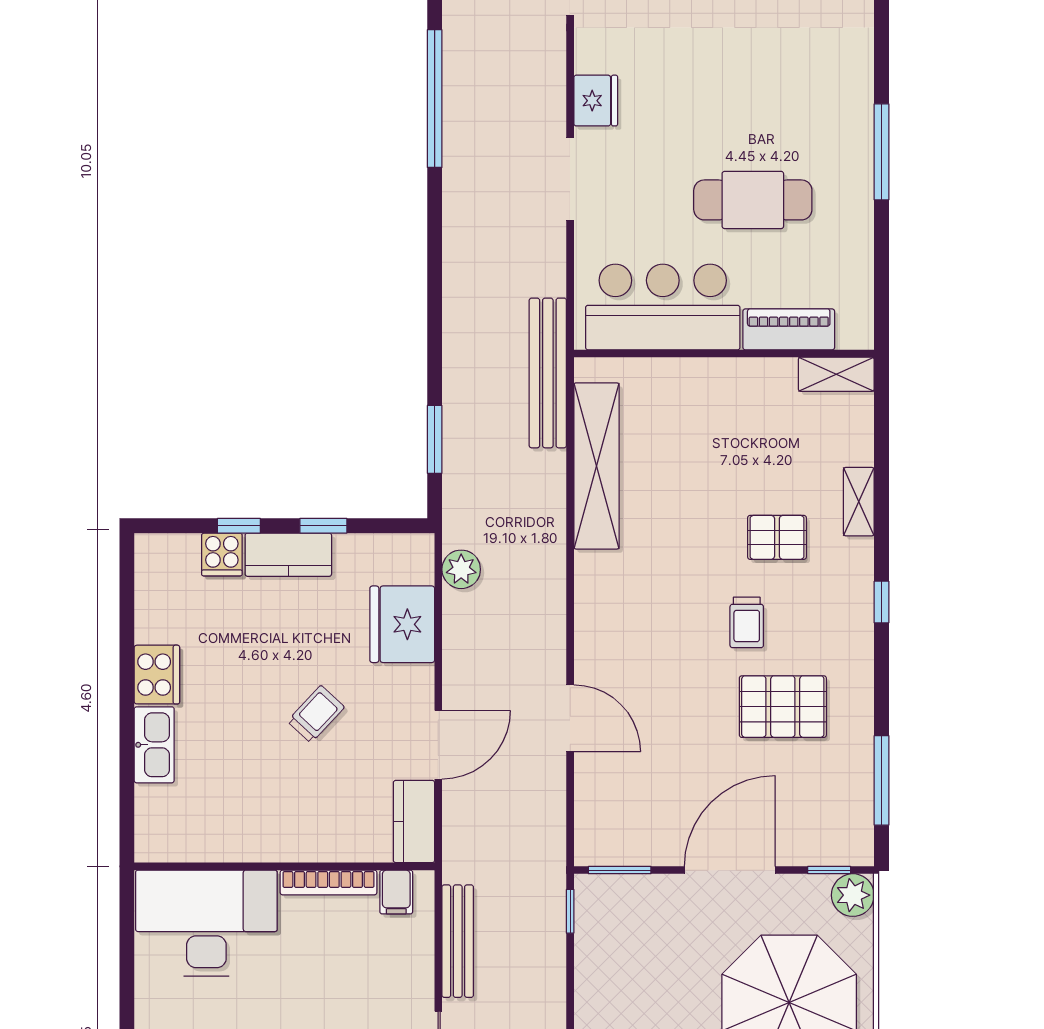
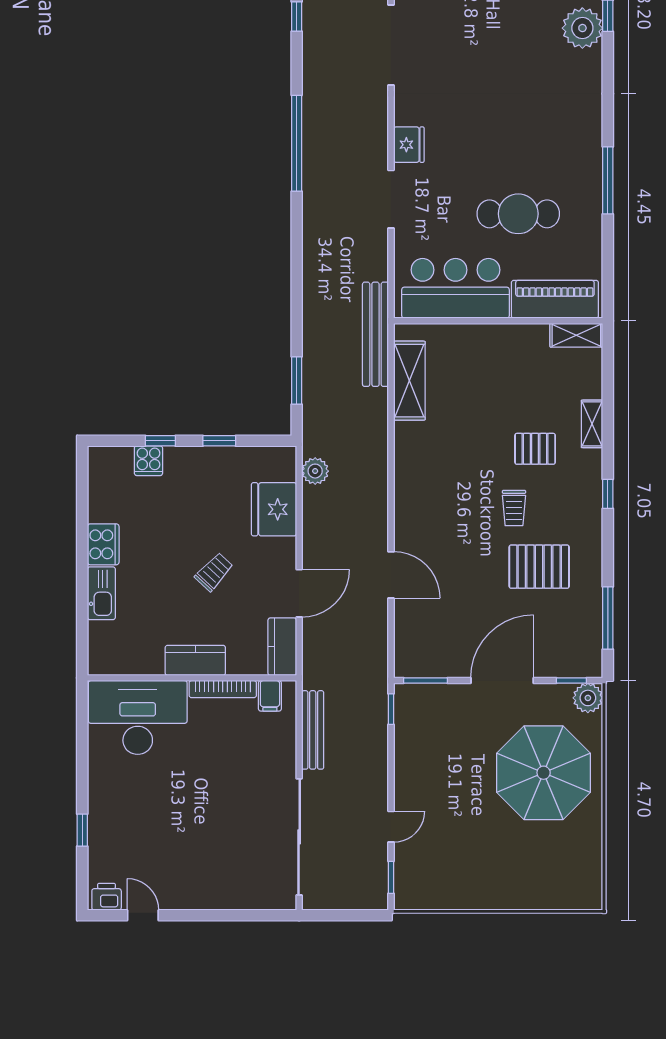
piano: (789, 329) -> (555, 299), width x1.37, depth x1.33
shelving: (596, 466) -> (409, 381), width x0.68
kitchen counter: (288, 555) -> (195, 660), moved, turned 180

